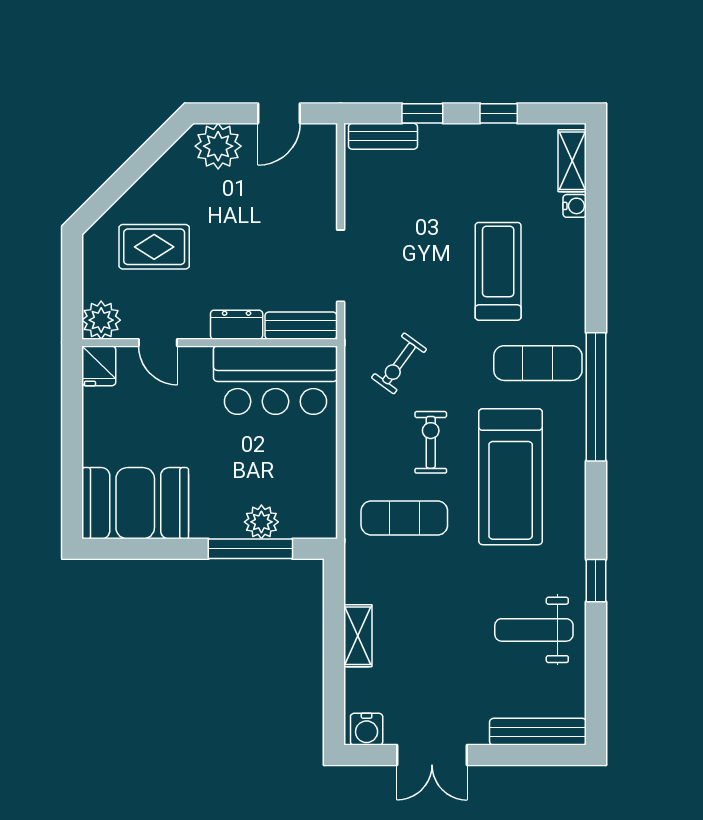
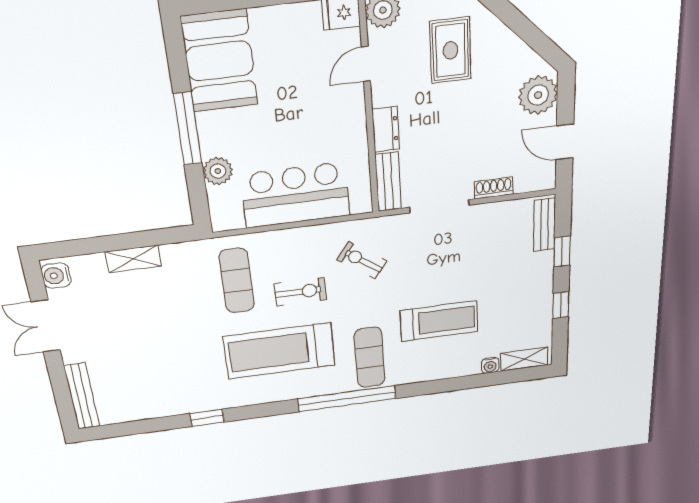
shoe rack: (326, 199) -> (494, 188), added
bar counter: (275, 380) -> (296, 195), moved, turned 90
window: (250, 549) -> (188, 129), moved
weight bench: (534, 630) -> (162, 383), removed

